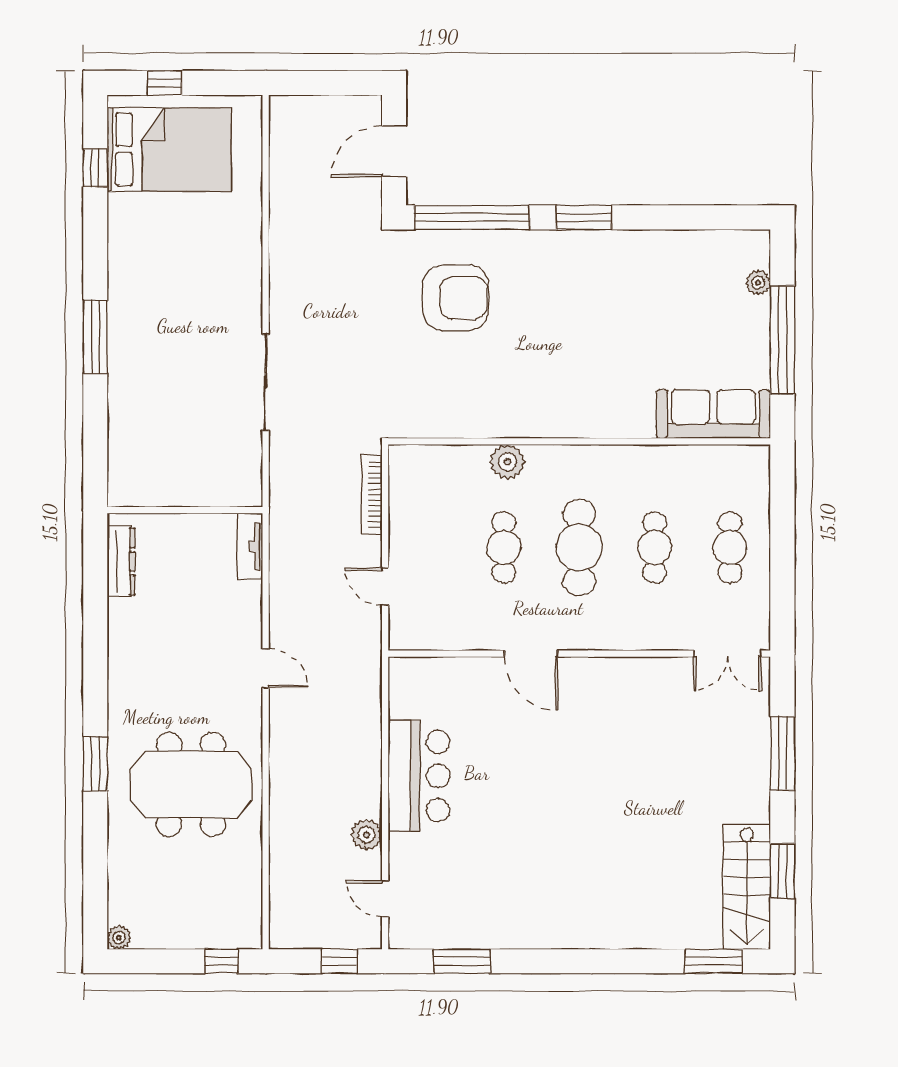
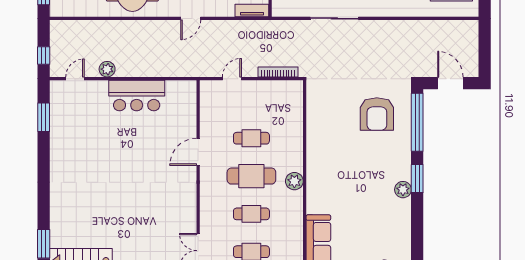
plant: (606, 246) -> (403, 190), added
plant: (507, 462) -> (294, 181), moved

